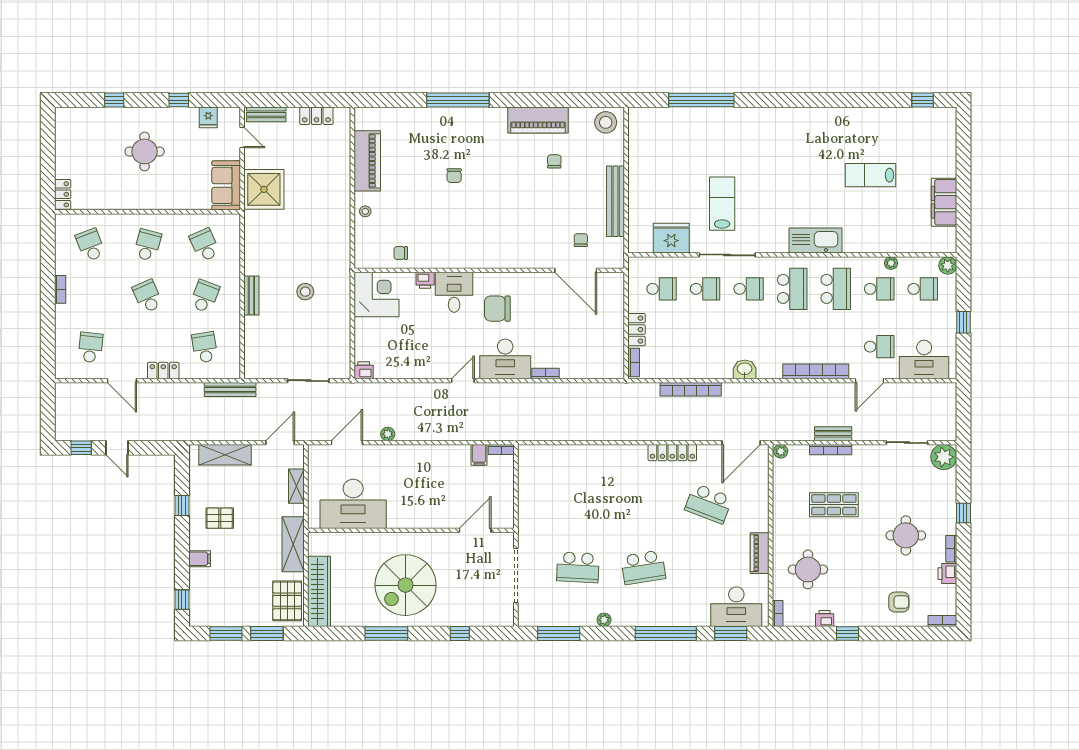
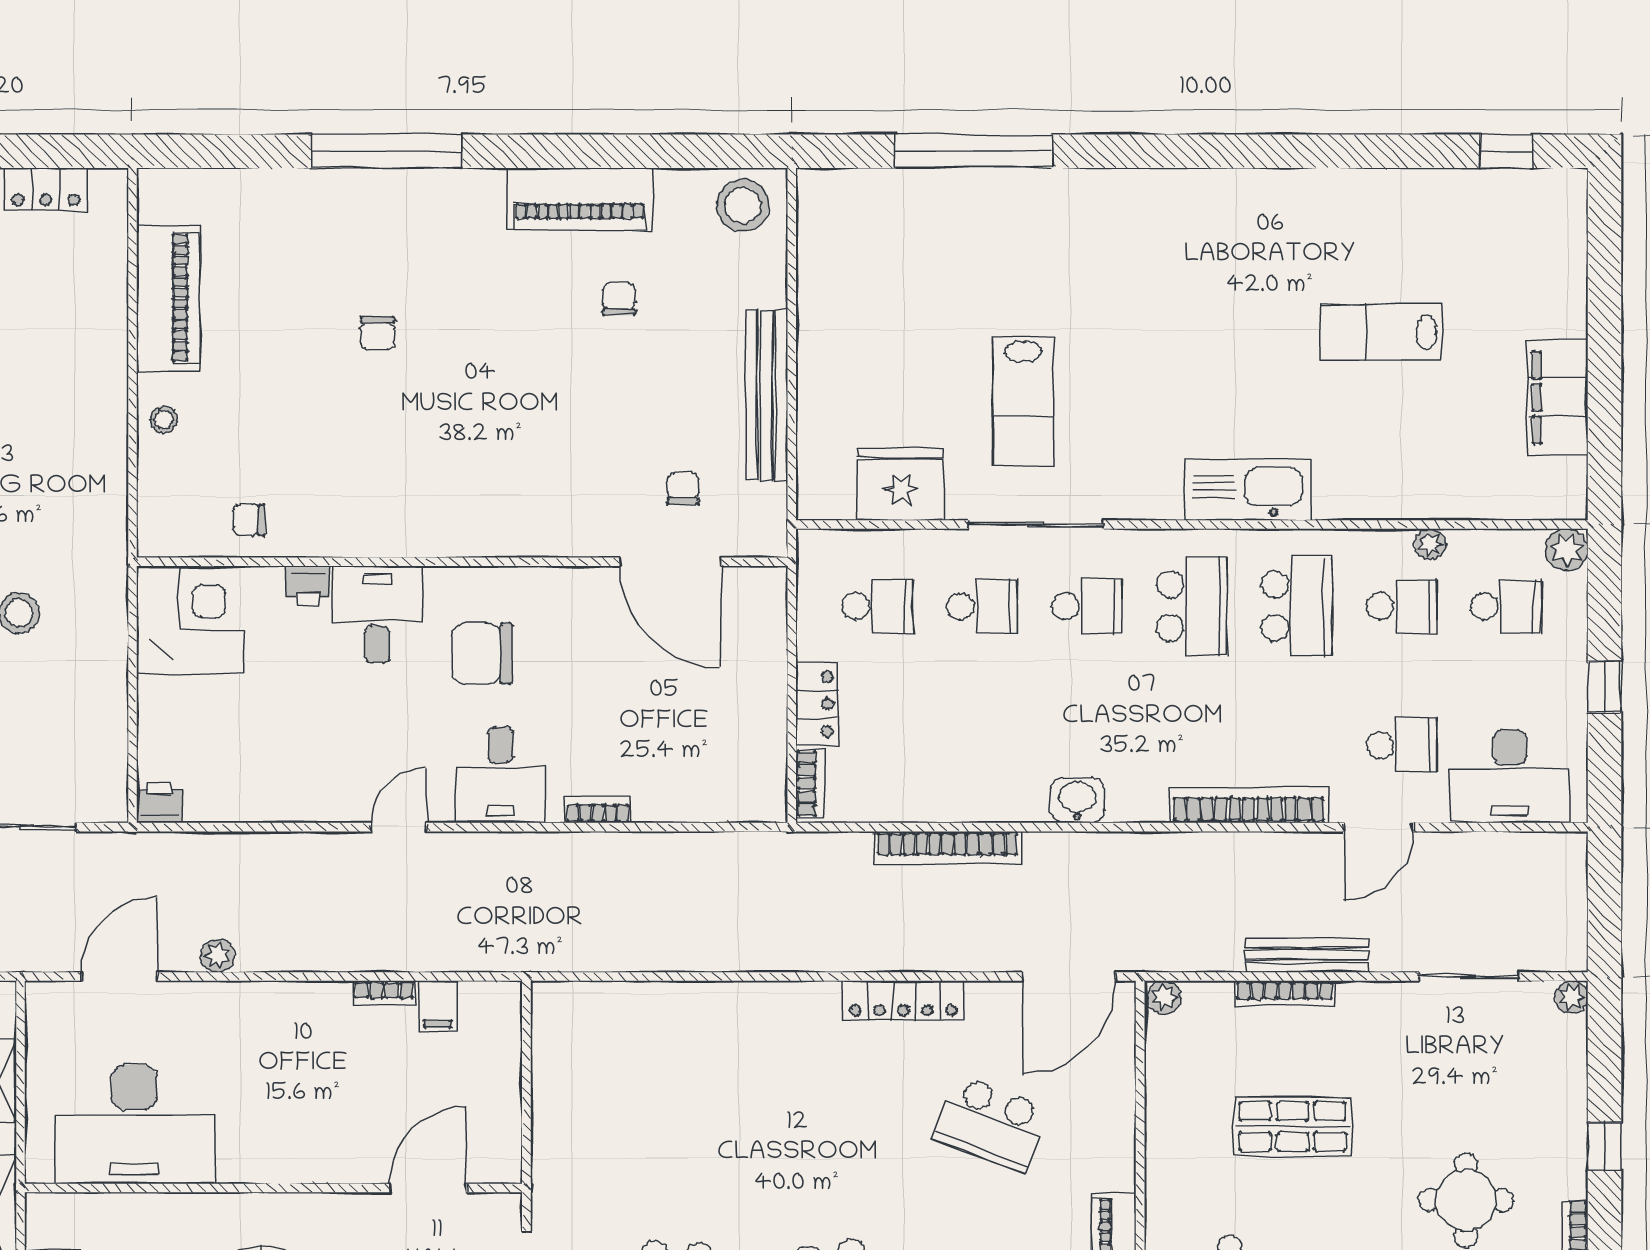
lab bench: (722, 204) -> (1023, 401), turned 180
desk: (505, 359) -> (501, 775), width x0.73
bench: (833, 434) -> (1307, 955), width x1.36
bookcase: (501, 449) -> (384, 993), moved
plant: (944, 457) -> (1572, 997), width x0.53, depth x0.53

